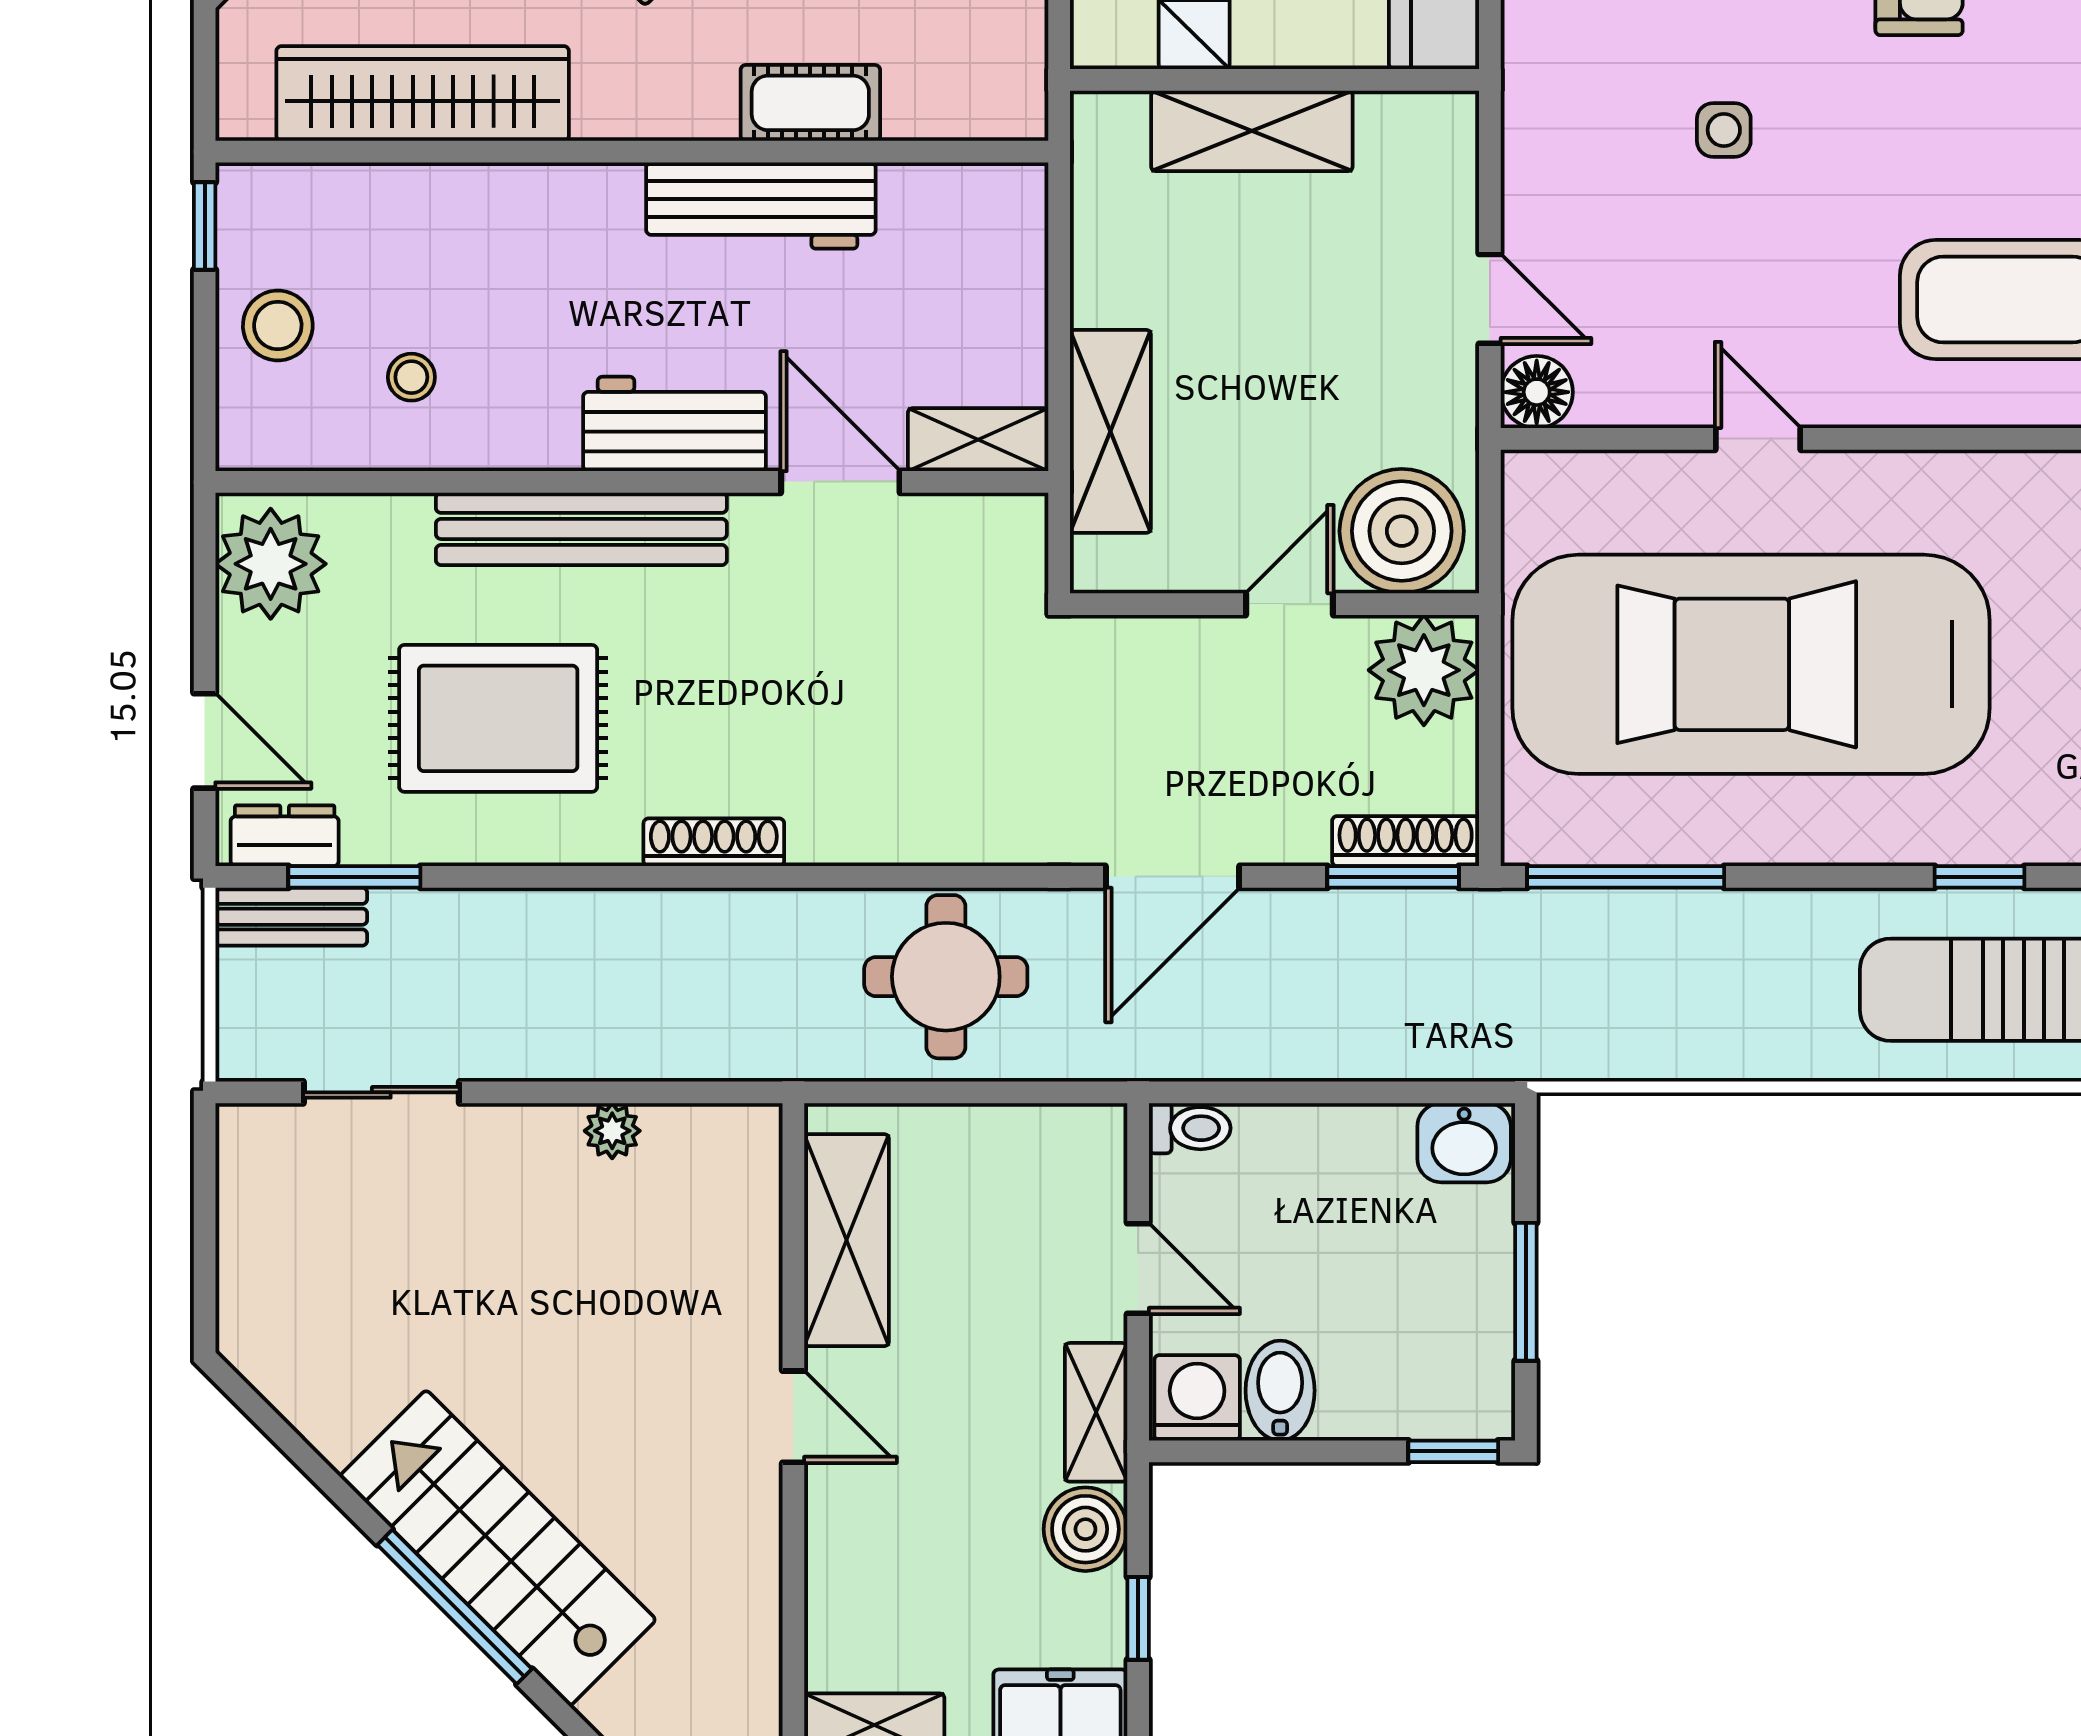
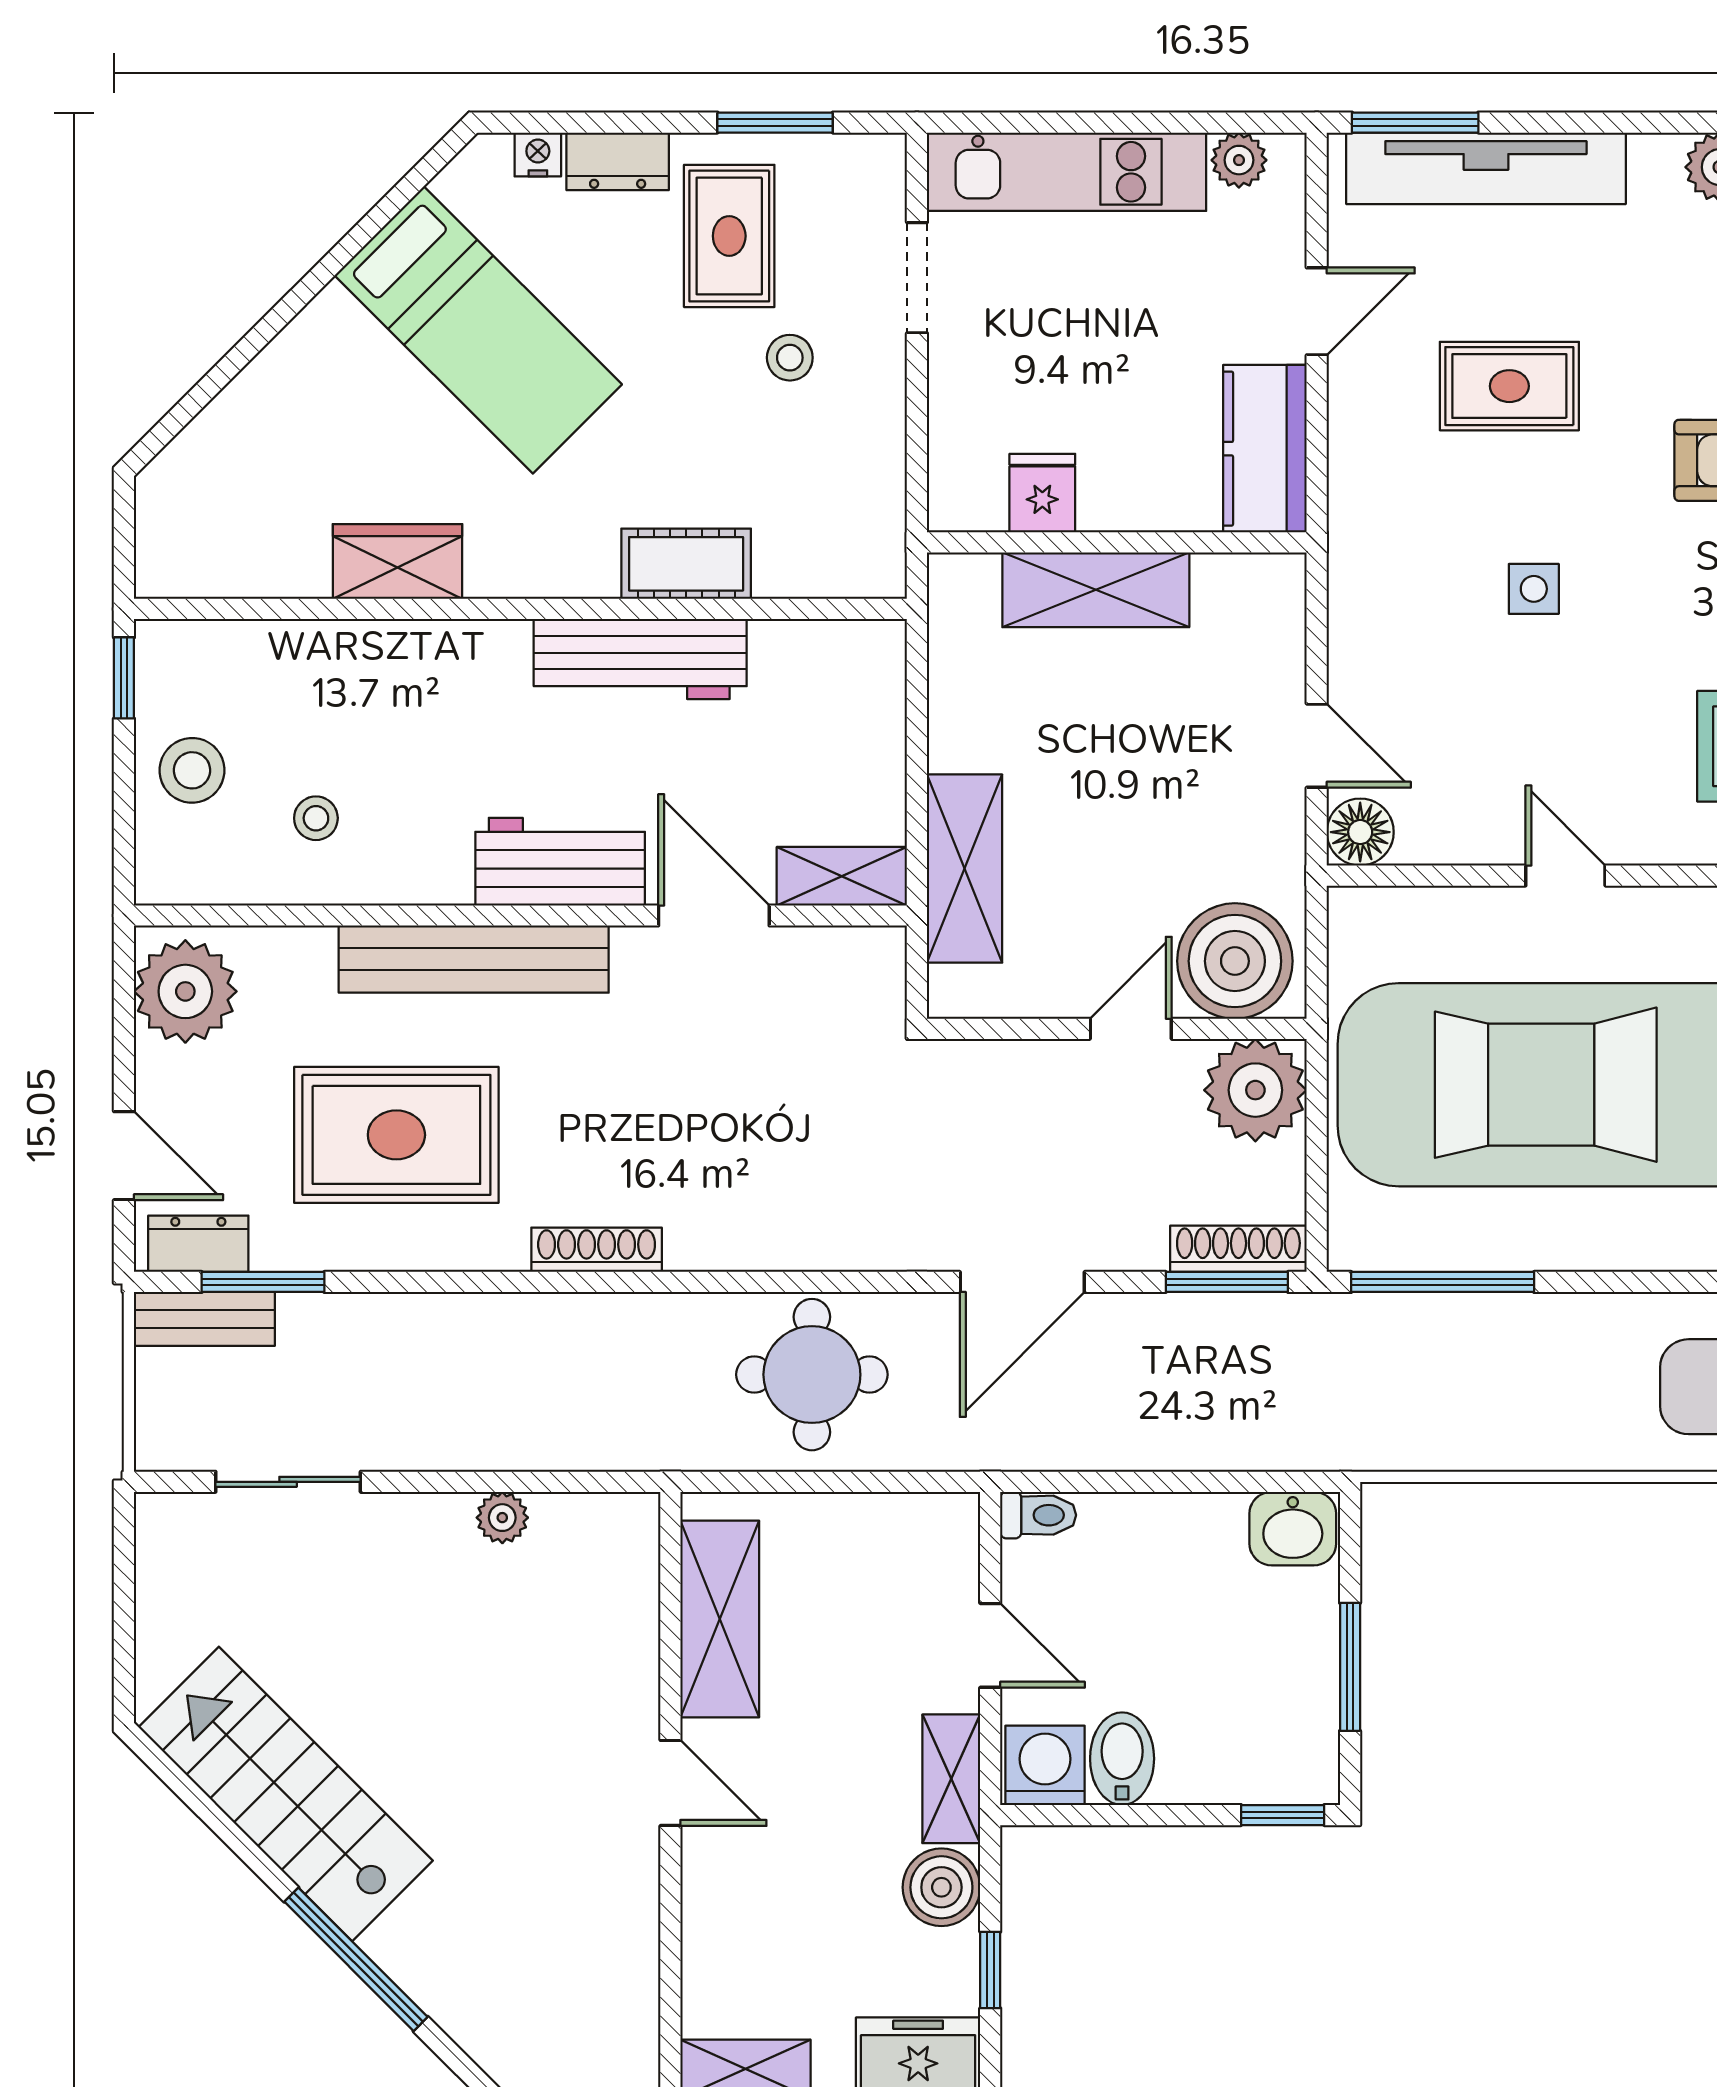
wardrobe: (423, 94) -> (397, 562), width x0.48, depth x0.85
stairs: (498, 1548) -> (286, 1794), moved

